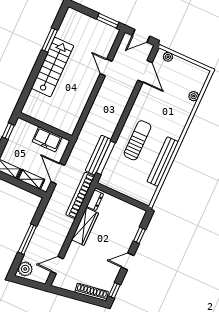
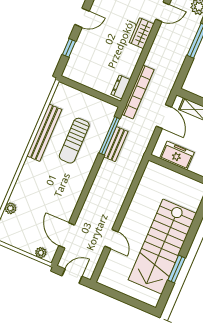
window: (108, 21) -> (111, 292), removed
stairs: (52, 67) -> (162, 247), width x1.36, depth x1.51
sun lounger: (138, 140) -> (74, 141), moved
bench: (98, 155) -> (116, 144), width x0.73
wardrobe: (85, 226) -> (142, 33), moved, width x0.67

